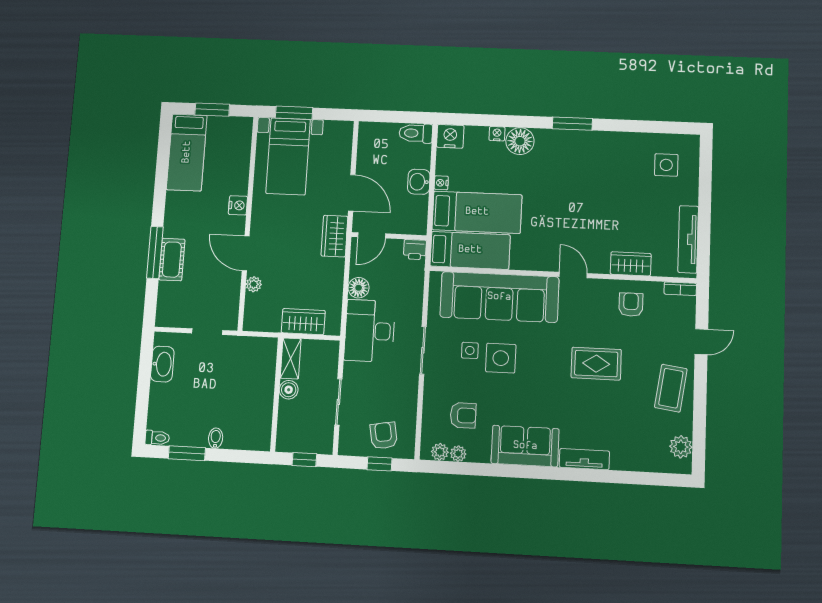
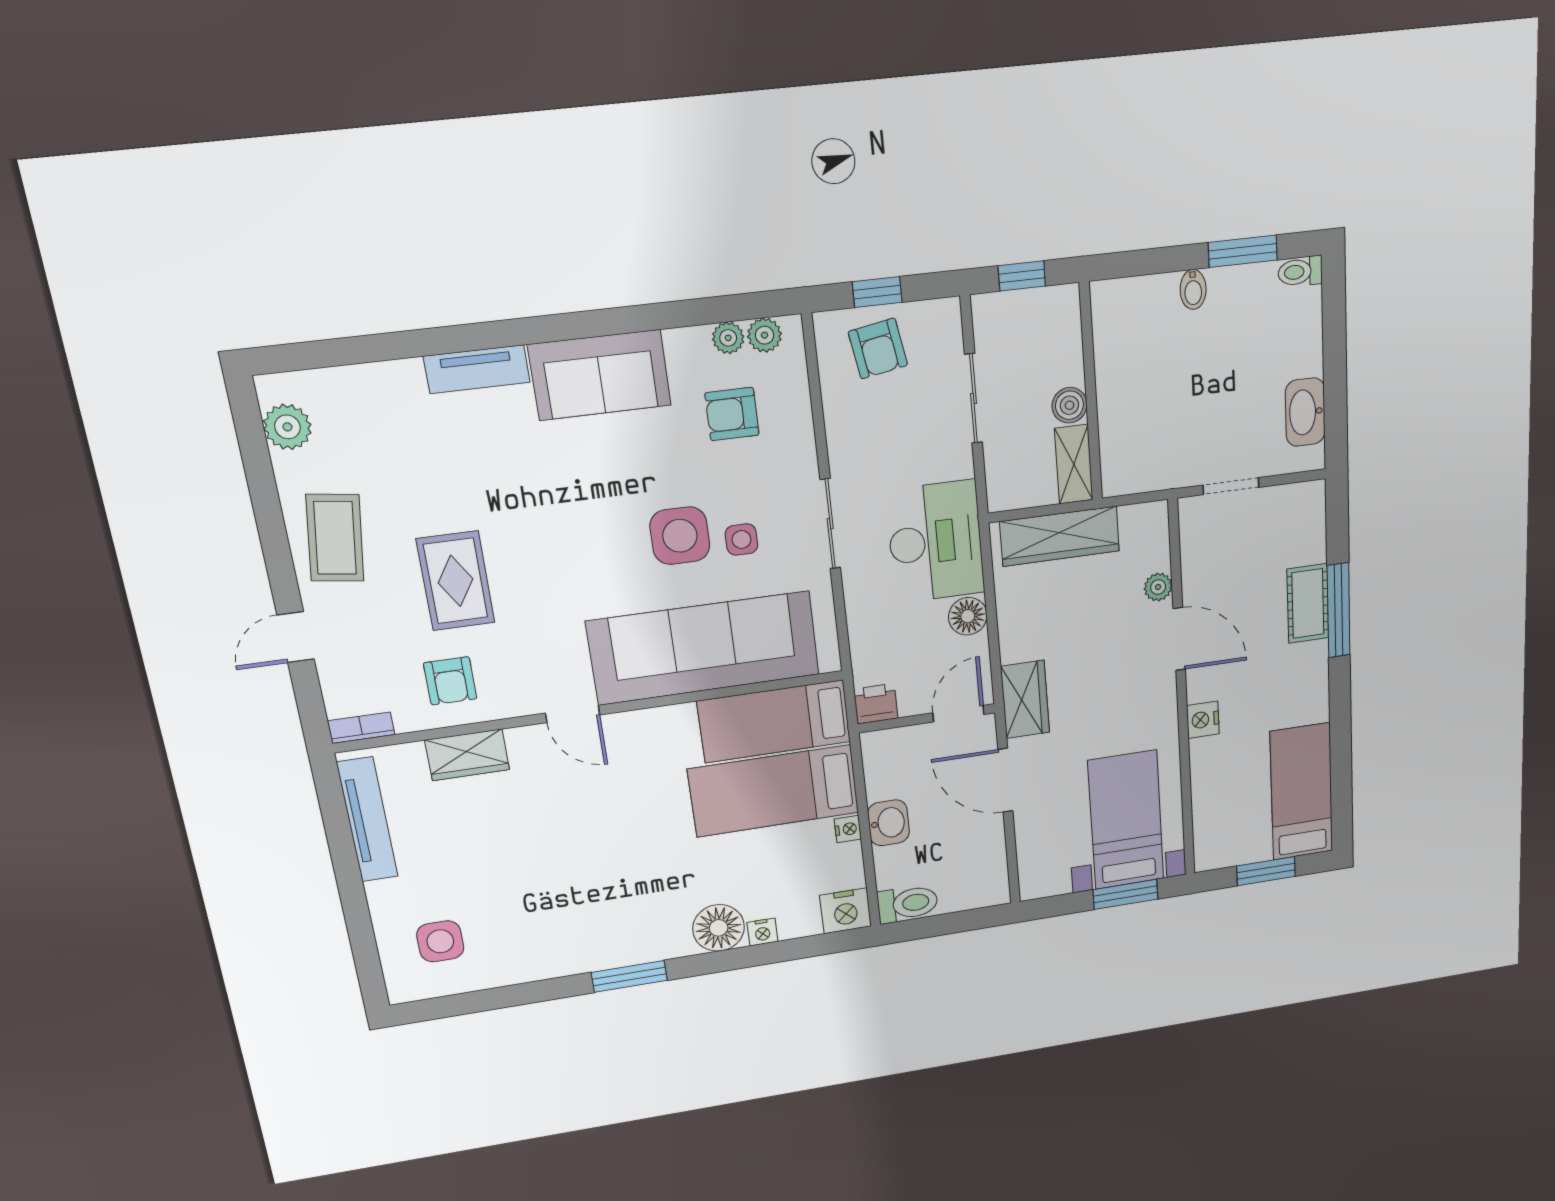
wardrobe: (303, 322) -> (1060, 536), width x1.50
rug: (596, 364) -> (456, 581), moved, turned 90

